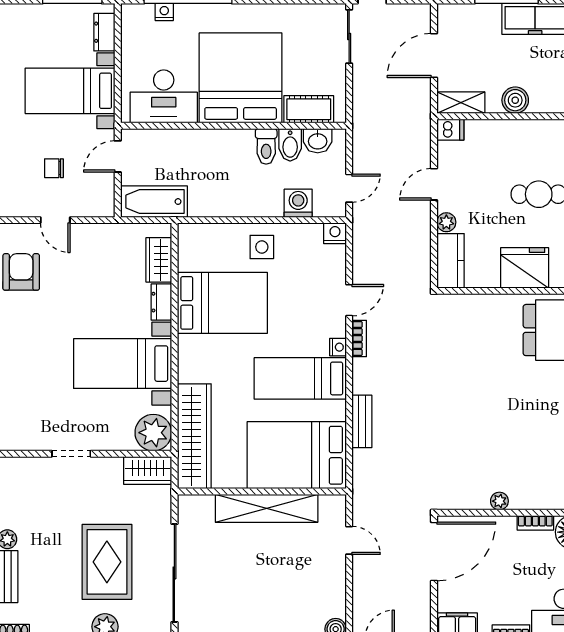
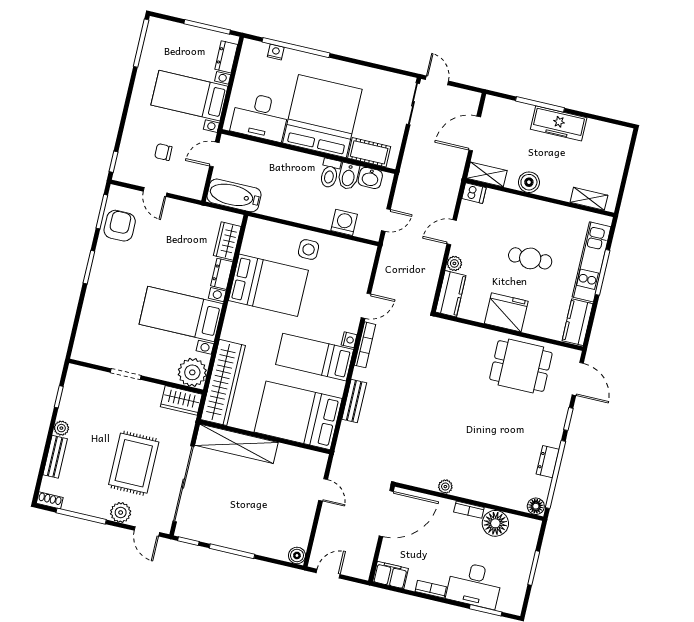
nightstand: (335, 233) -> (367, 252), removed
bookcase: (359, 338) -> (365, 345), width x1.56
shelving: (267, 508) -> (236, 444), moved

